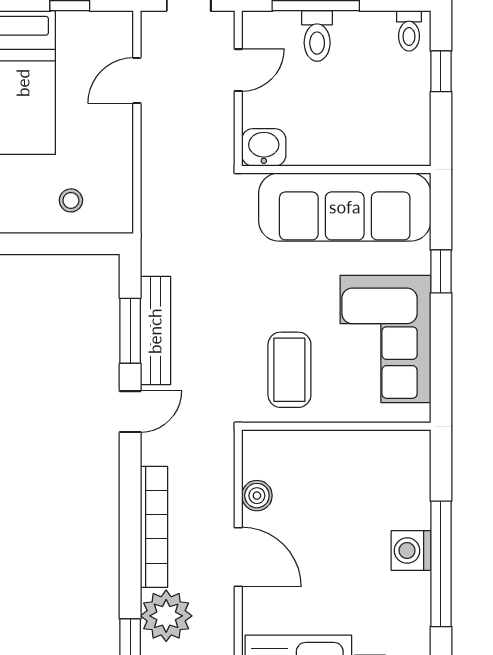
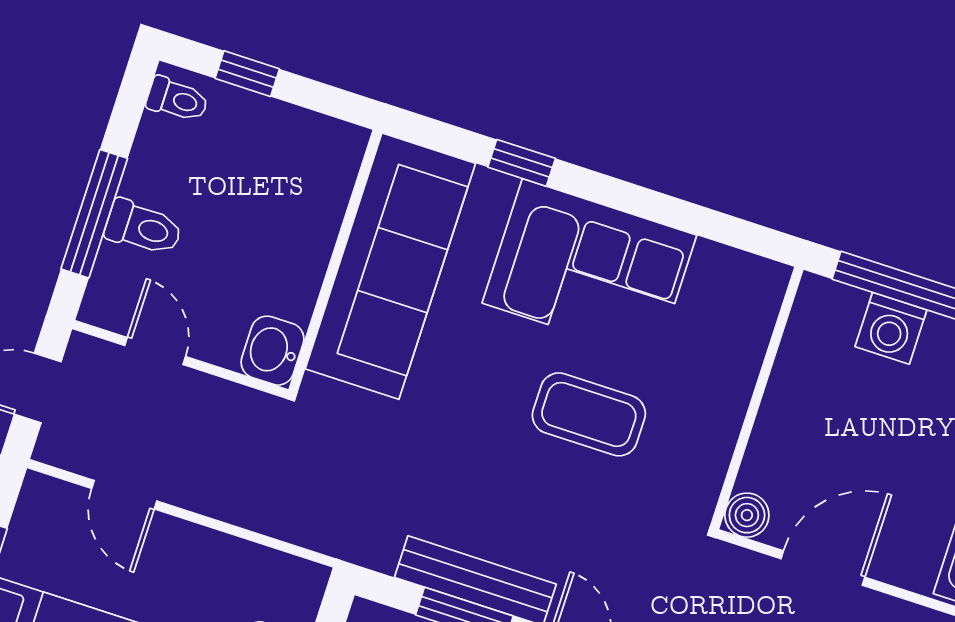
wall: (336, 426) -> (757, 398), moved

